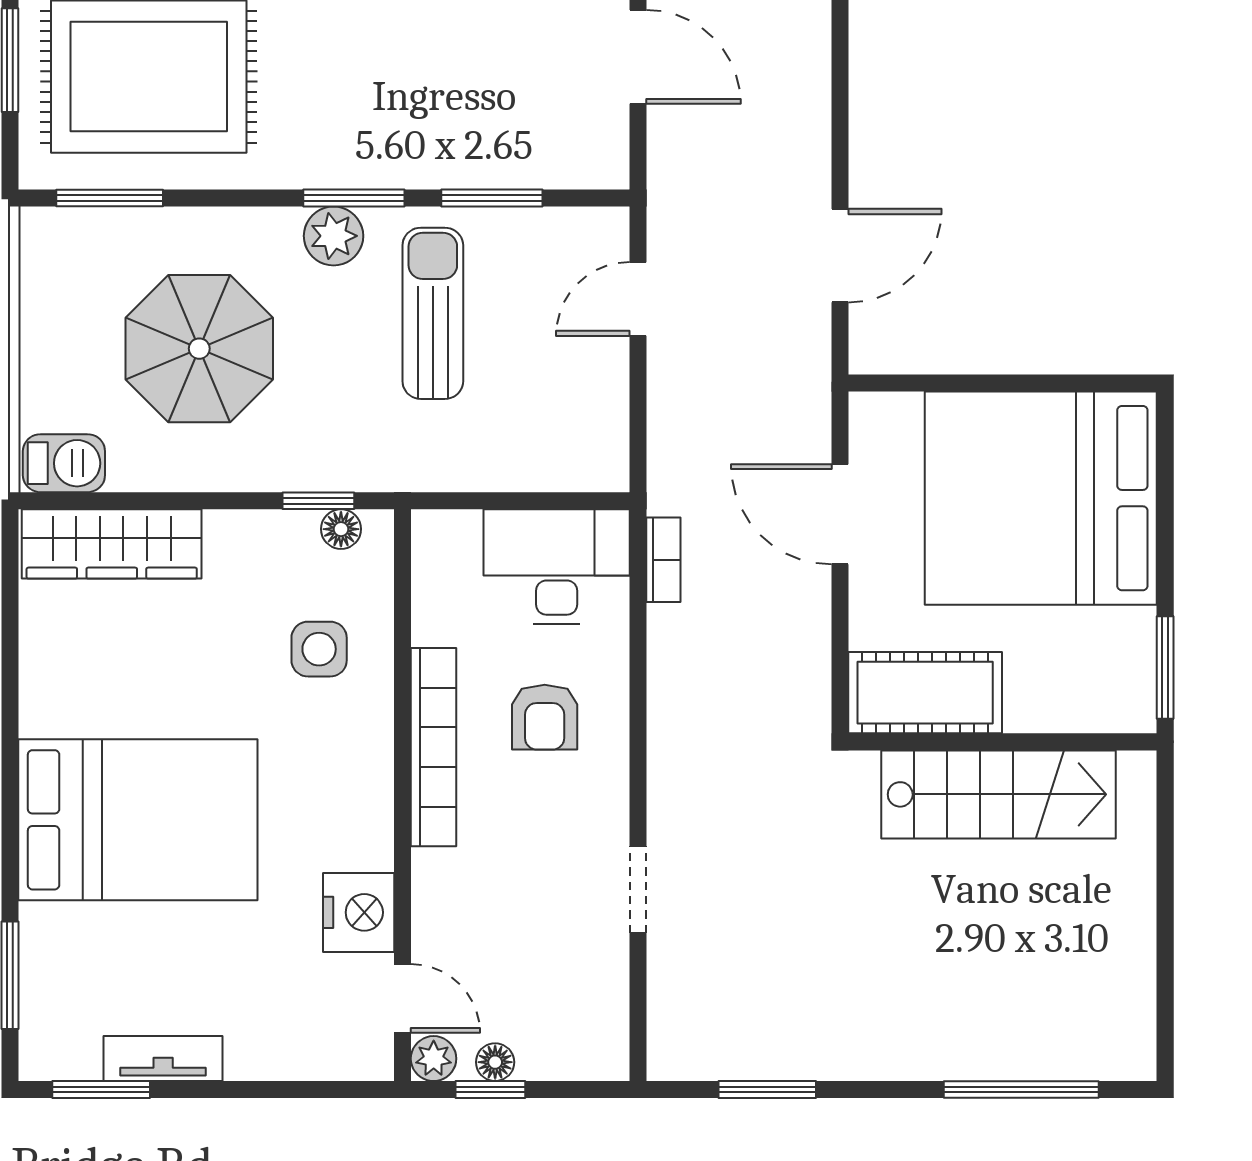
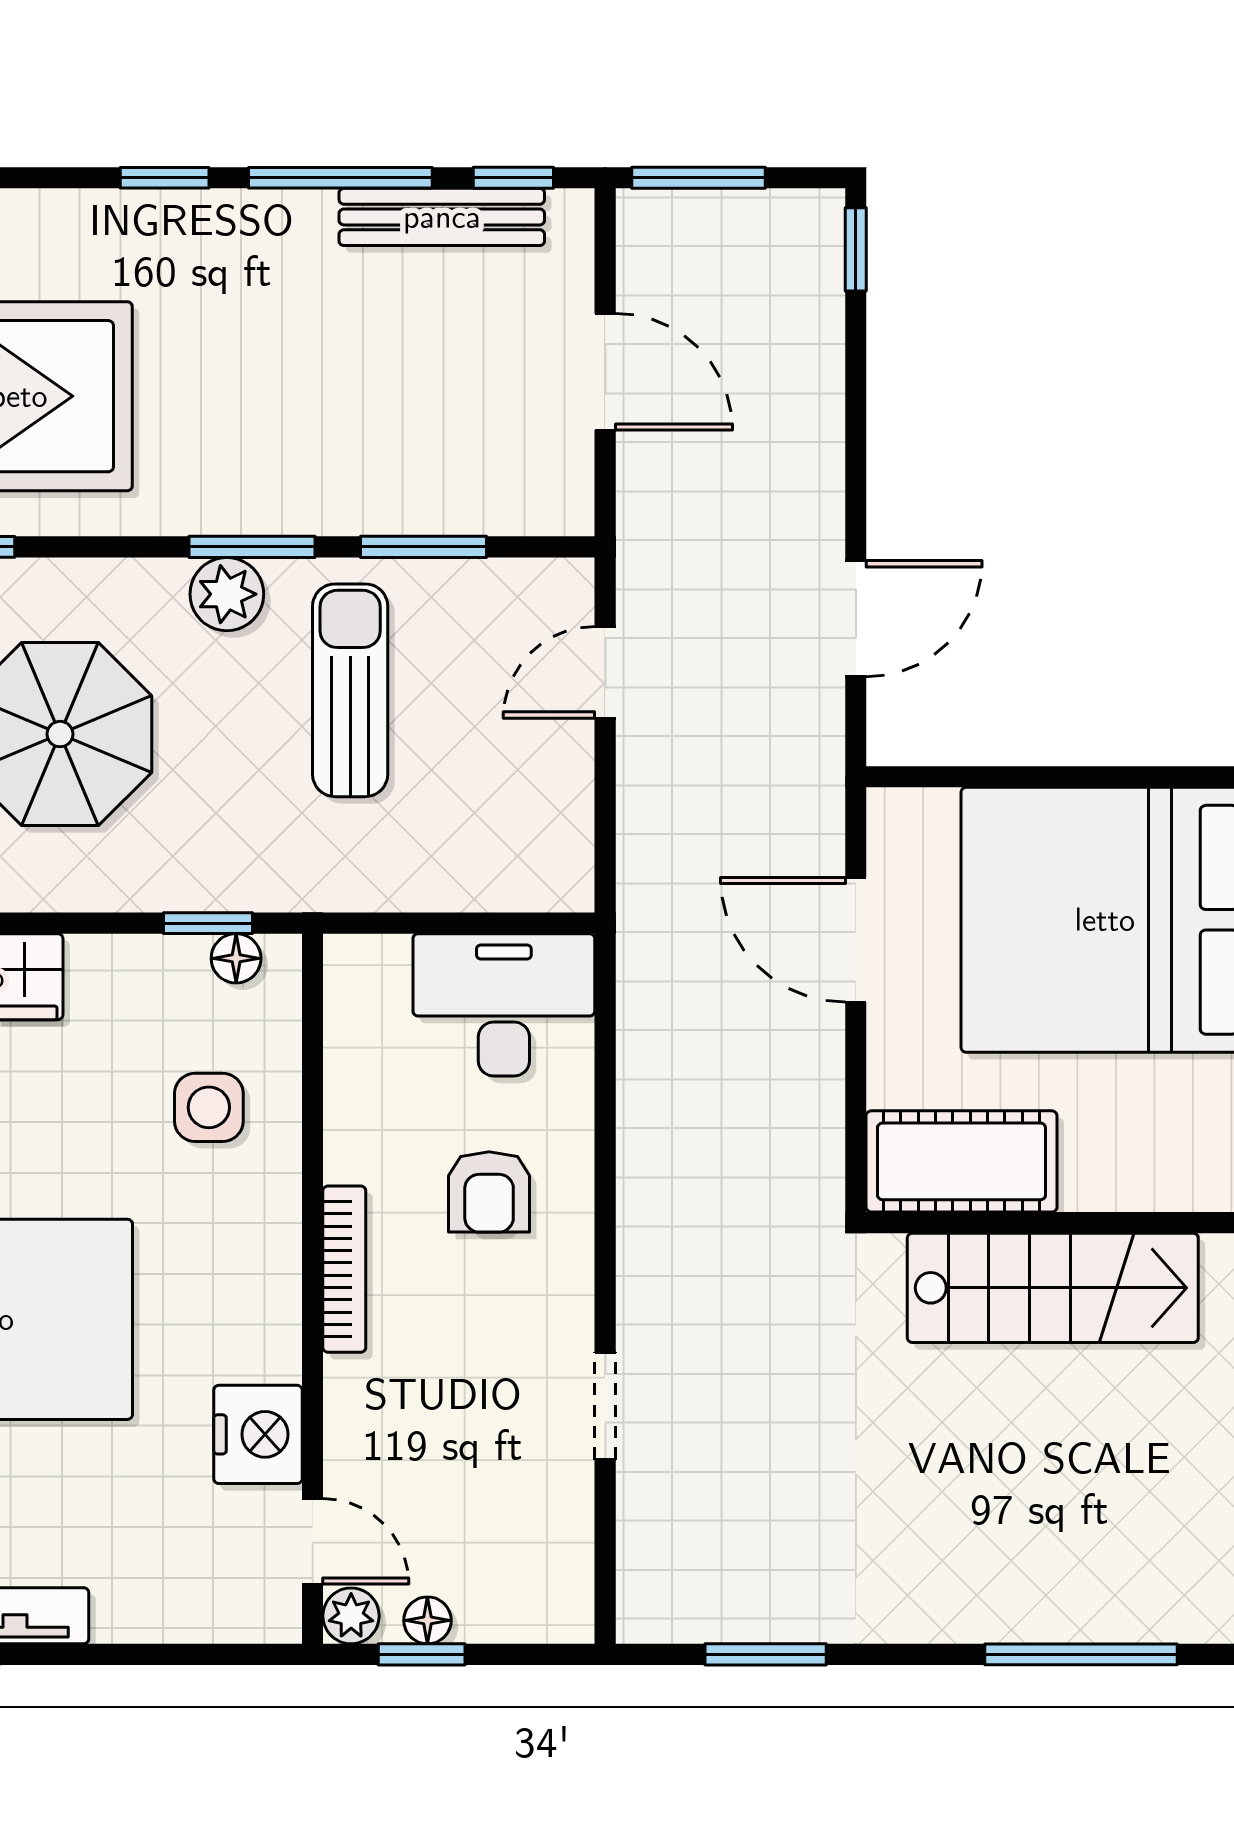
bookcase: (663, 560) -> (637, 996), removed
bookcase: (433, 747) -> (344, 1269), width x0.68, depth x0.76

